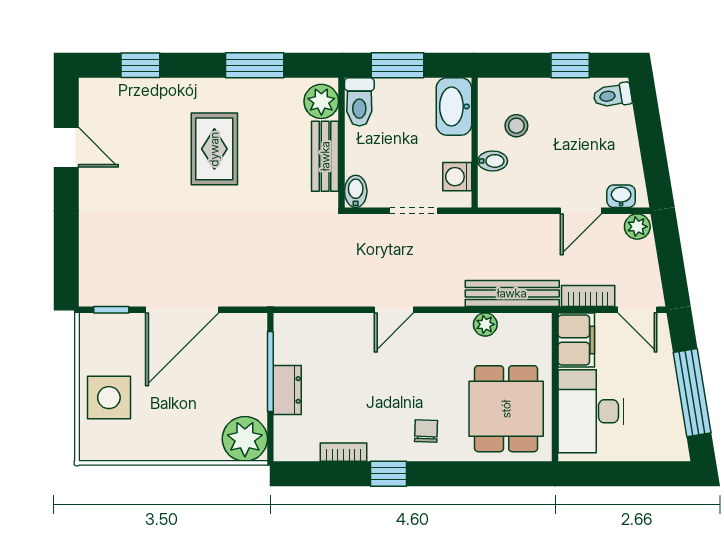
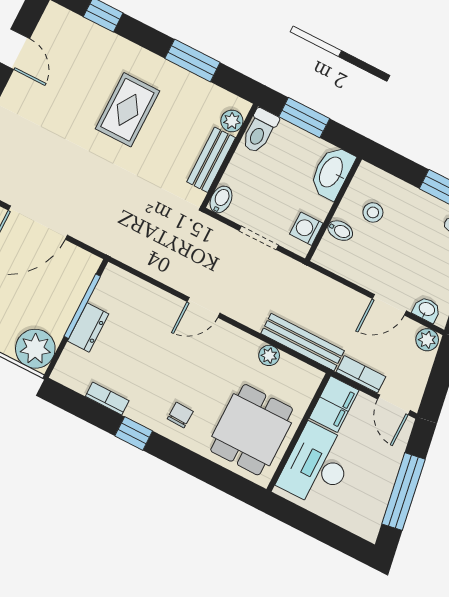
plant: (321, 101) -> (232, 121), width x0.73, depth x0.73

